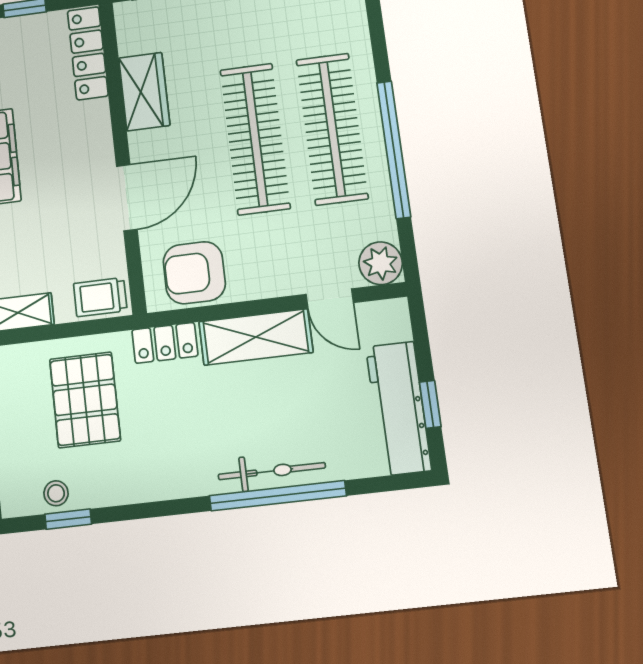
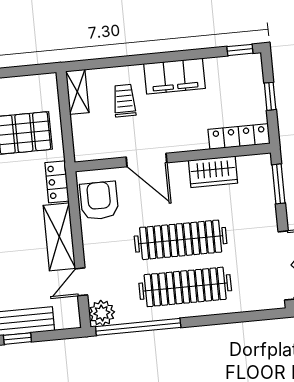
window: (394, 150) -> (138, 327), moved
trolley: (100, 297) -> (124, 101), moved

